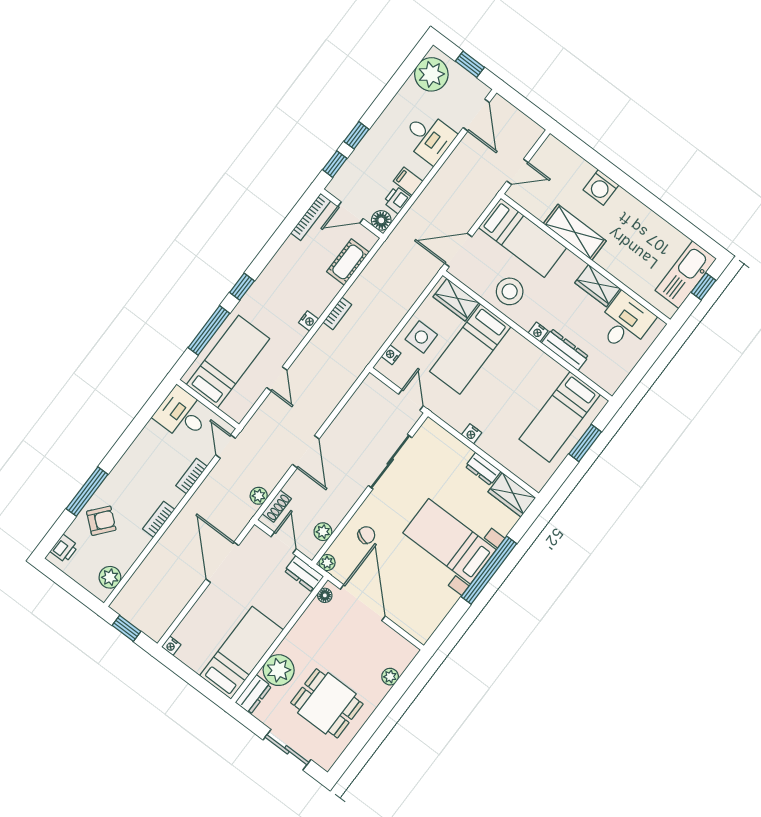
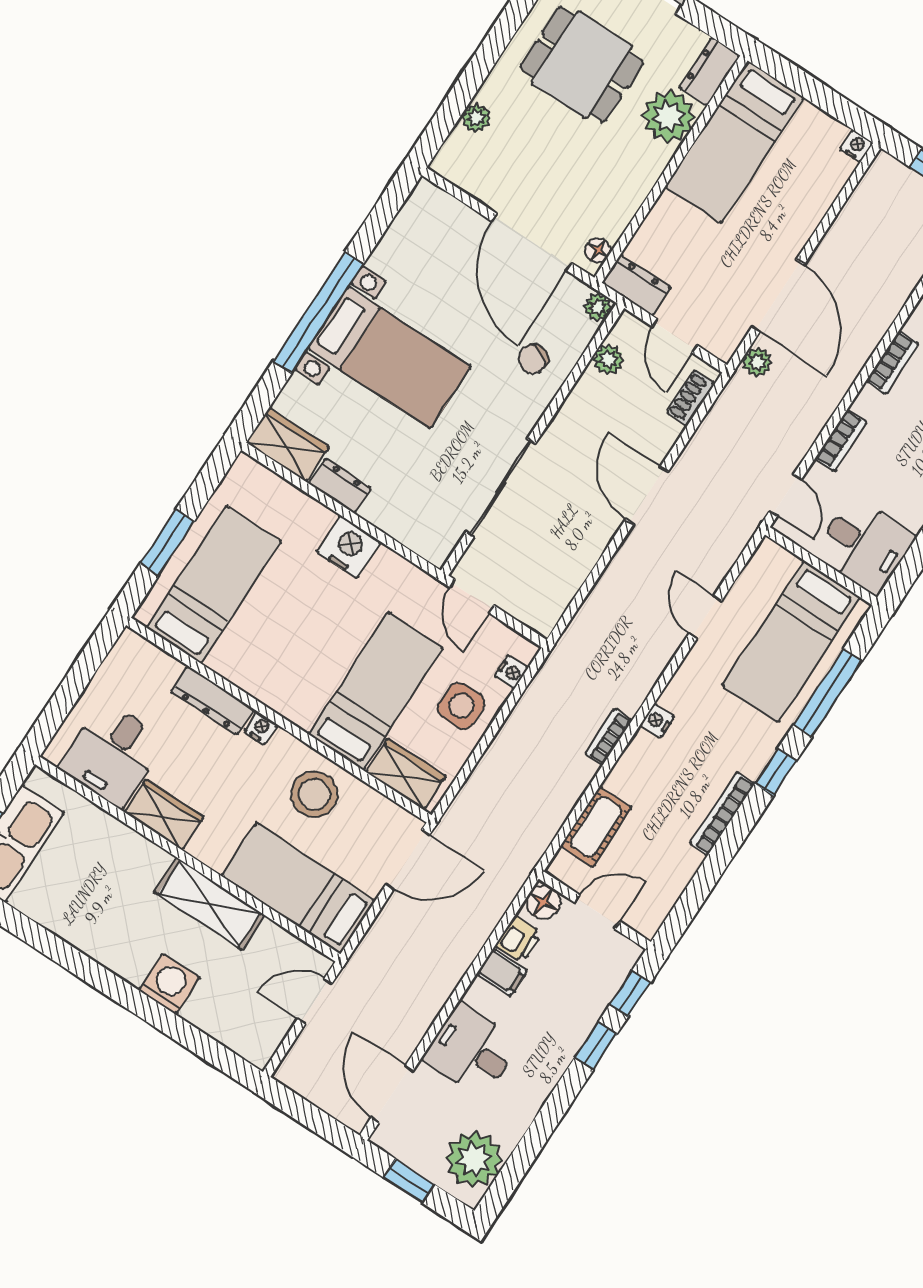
bookcase: (311, 217) -> (722, 814), moved
nightstand: (472, 434) -> (349, 547), width x1.89, depth x1.79
plant: (259, 496) -> (757, 362), moved

